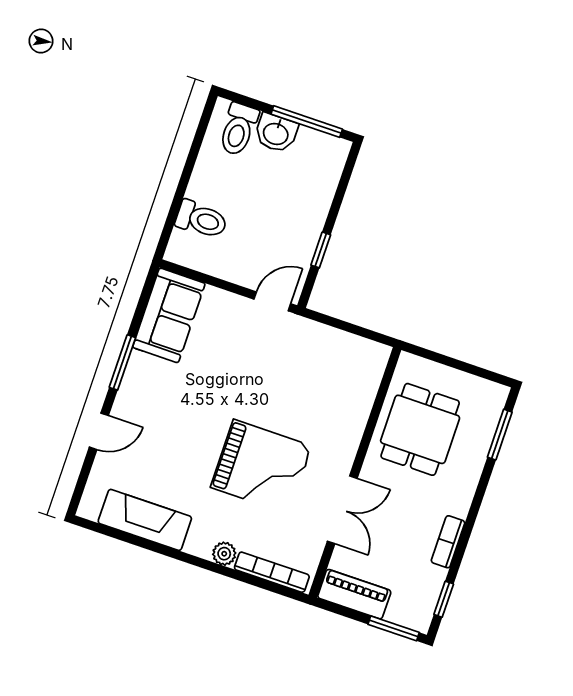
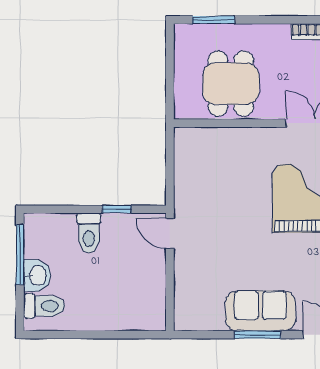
toilet: (201, 220) -> (89, 233), moved, turned 180
sofa: (169, 315) -> (261, 311), moved
dining table: (420, 429) -> (231, 84), turned 90

